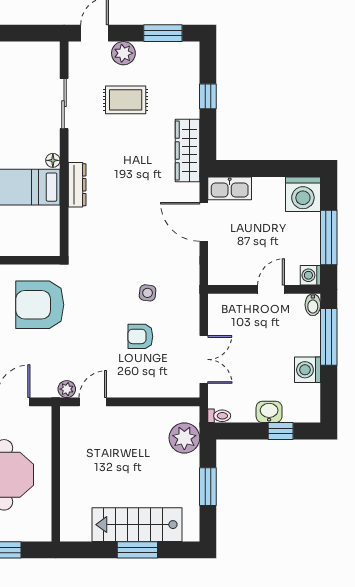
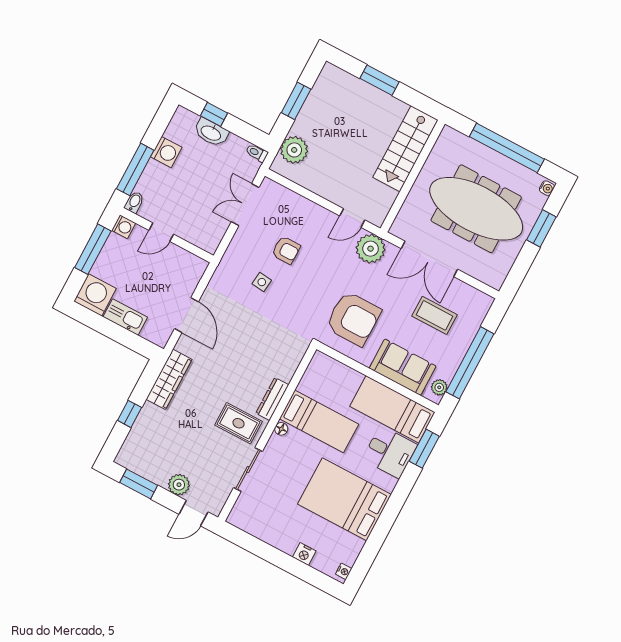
rug: (126, 100) -> (239, 423), moved
kitchen sink: (230, 188) -> (125, 317), moved
plant: (67, 389) -> (371, 249), width x1.87, depth x1.87
washbasin: (269, 412) -> (211, 133), width x1.38
stairs: (137, 525) -> (405, 149), moved, turned 90

